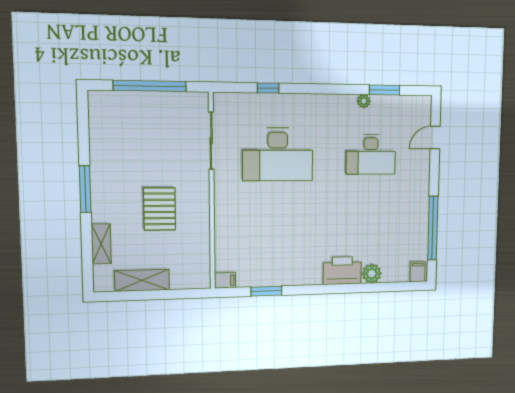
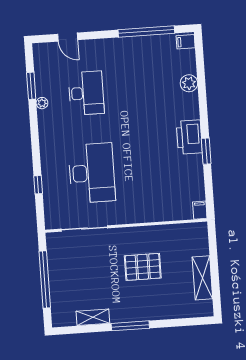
shelving: (101, 244) -> (93, 317), moved
printer: (342, 271) -> (189, 137), moved
window: (266, 291) -> (206, 151), moved

